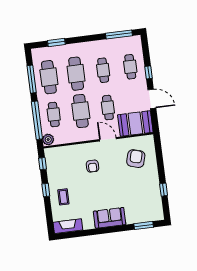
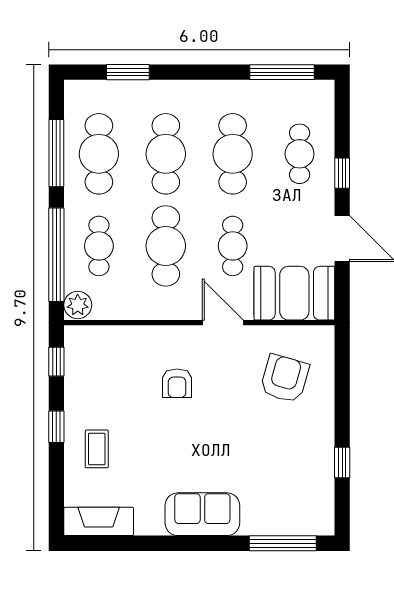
cafe table: (103, 70) -> (233, 154), width x1.37, depth x1.35
window: (144, 225) -> (283, 543), width x1.44

